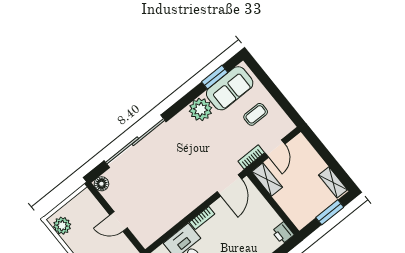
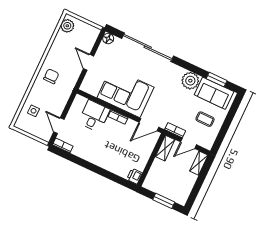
shelving: (333, 182) -> (199, 163), moved
corner sofa: (177, 195) -> (125, 92), added

